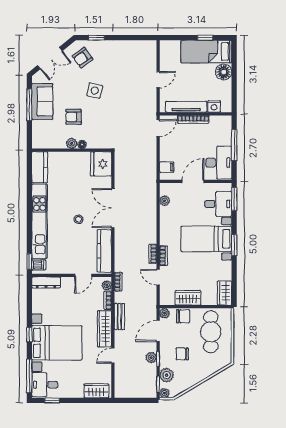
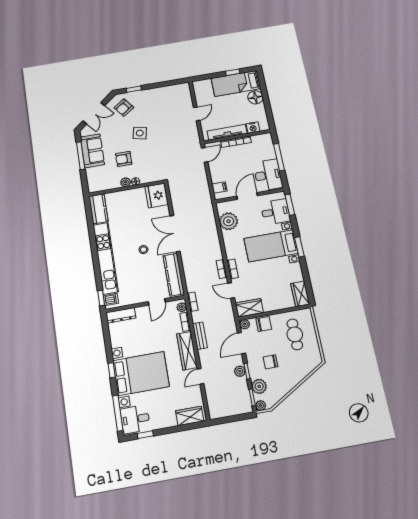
plant: (165, 201) -> (229, 221), width x1.88, depth x1.88
wardrobe: (188, 298) -> (249, 308), moved
cafe table: (211, 332) -> (295, 334), width x0.73, depth x0.74

